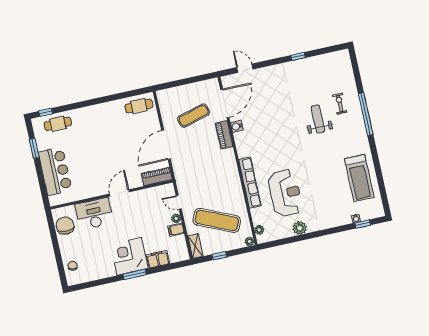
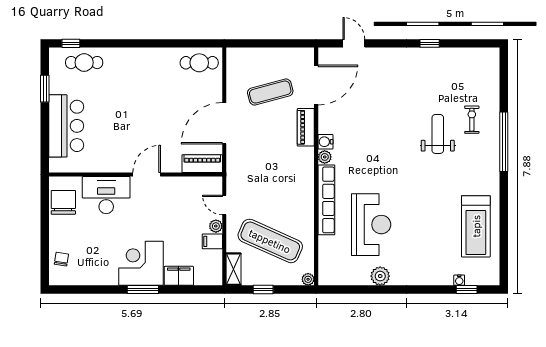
water cooler: (237, 126) -> (325, 142), moved
plant: (259, 230) -> (325, 157), moved

